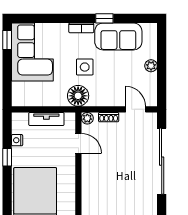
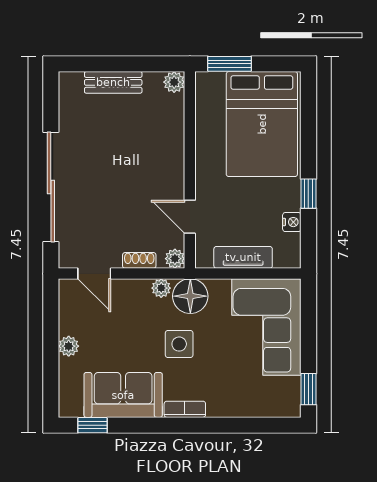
window: (104, 18) -> (93, 425), moved
corner sofa: (32, 52) -> (266, 327), moved
plant: (95, 101) -> (161, 288), added

